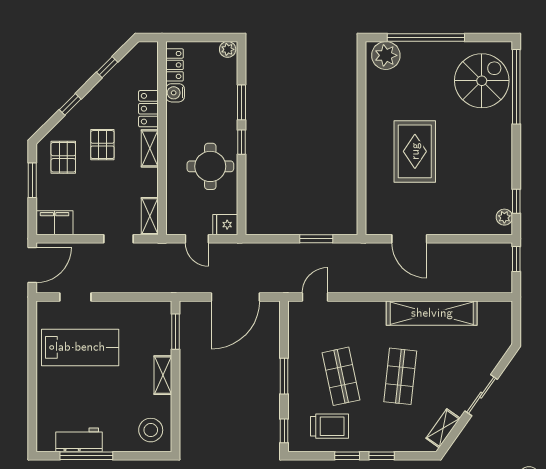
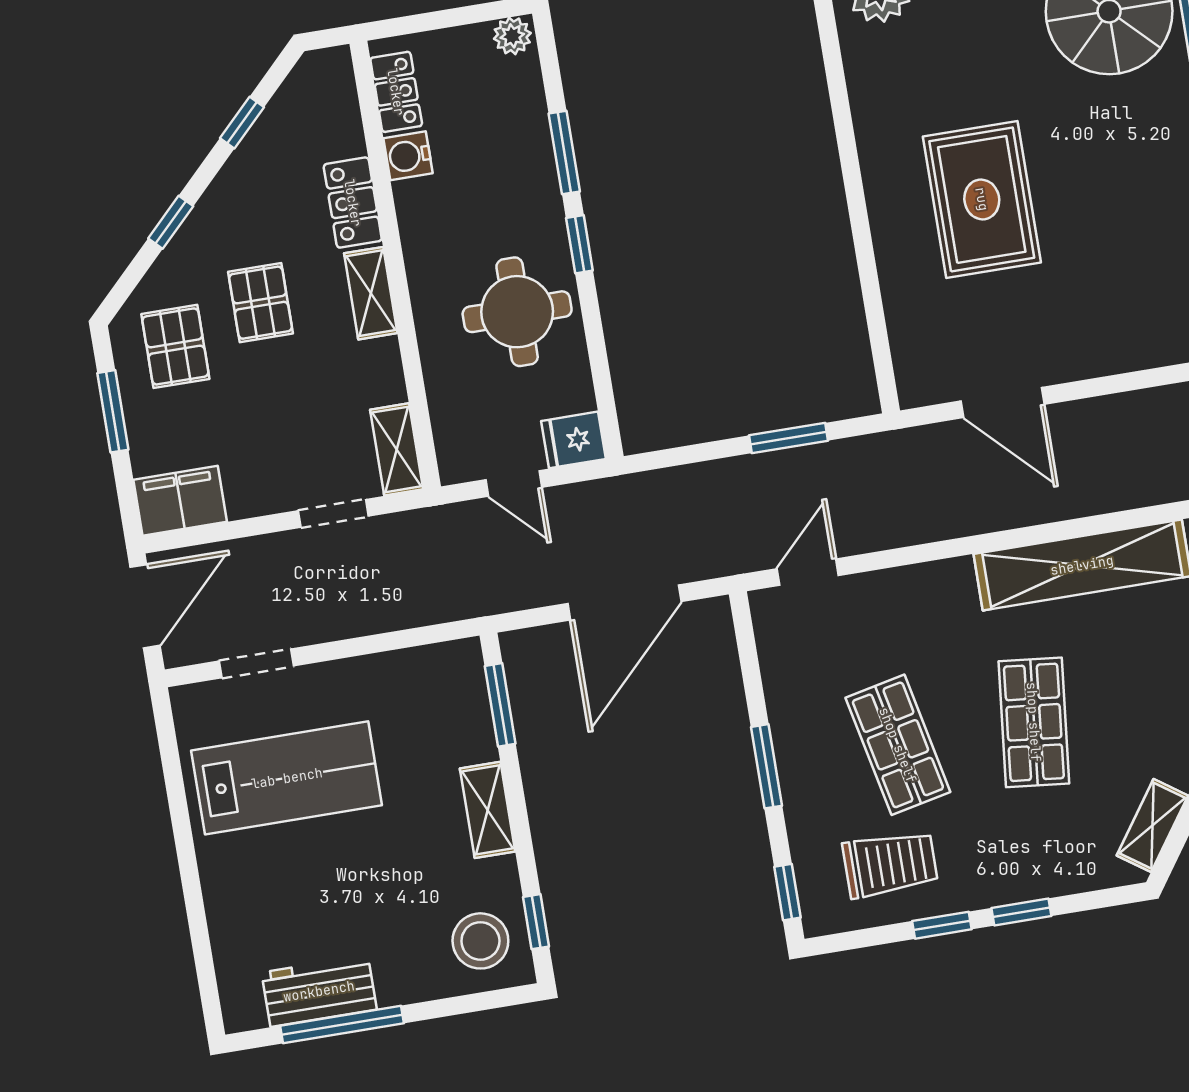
window: (176, 426) -> (536, 922), added

